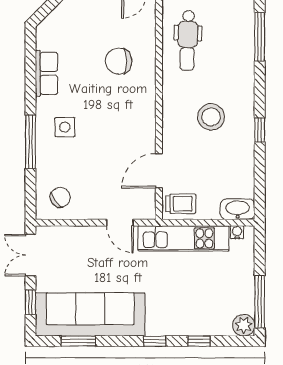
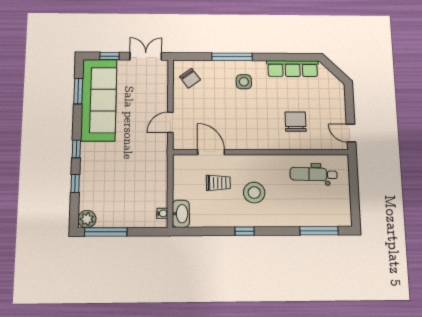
row of seats: (46, 73) -> (293, 69), width x1.48
trolley: (181, 204) -> (218, 183), moved, turned -90
kitchen unit: (183, 238) -> (158, 171), removed

